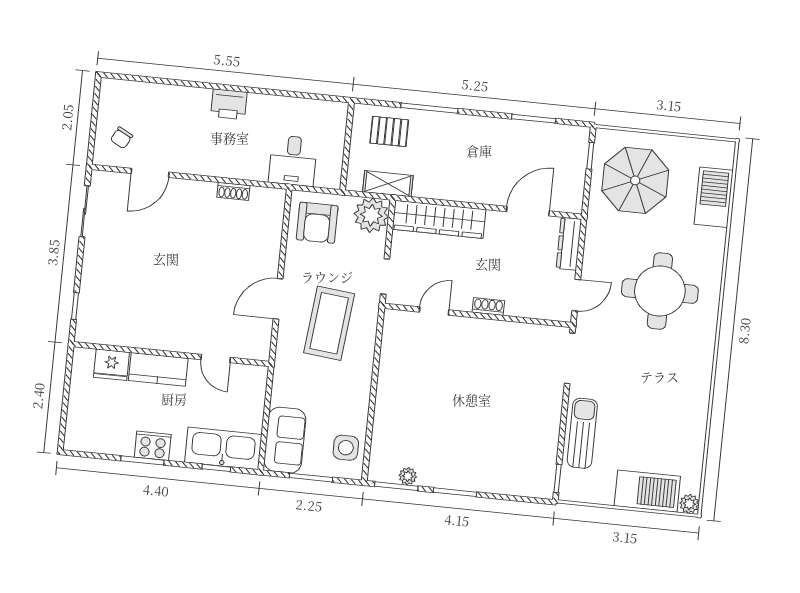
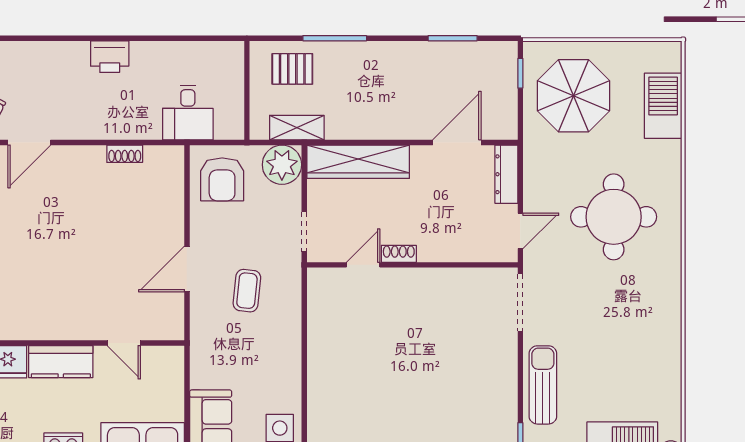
shoe rack: (488, 307) -> (399, 254), moved
coffee table: (329, 323) -> (247, 291), width x0.54, depth x0.58

